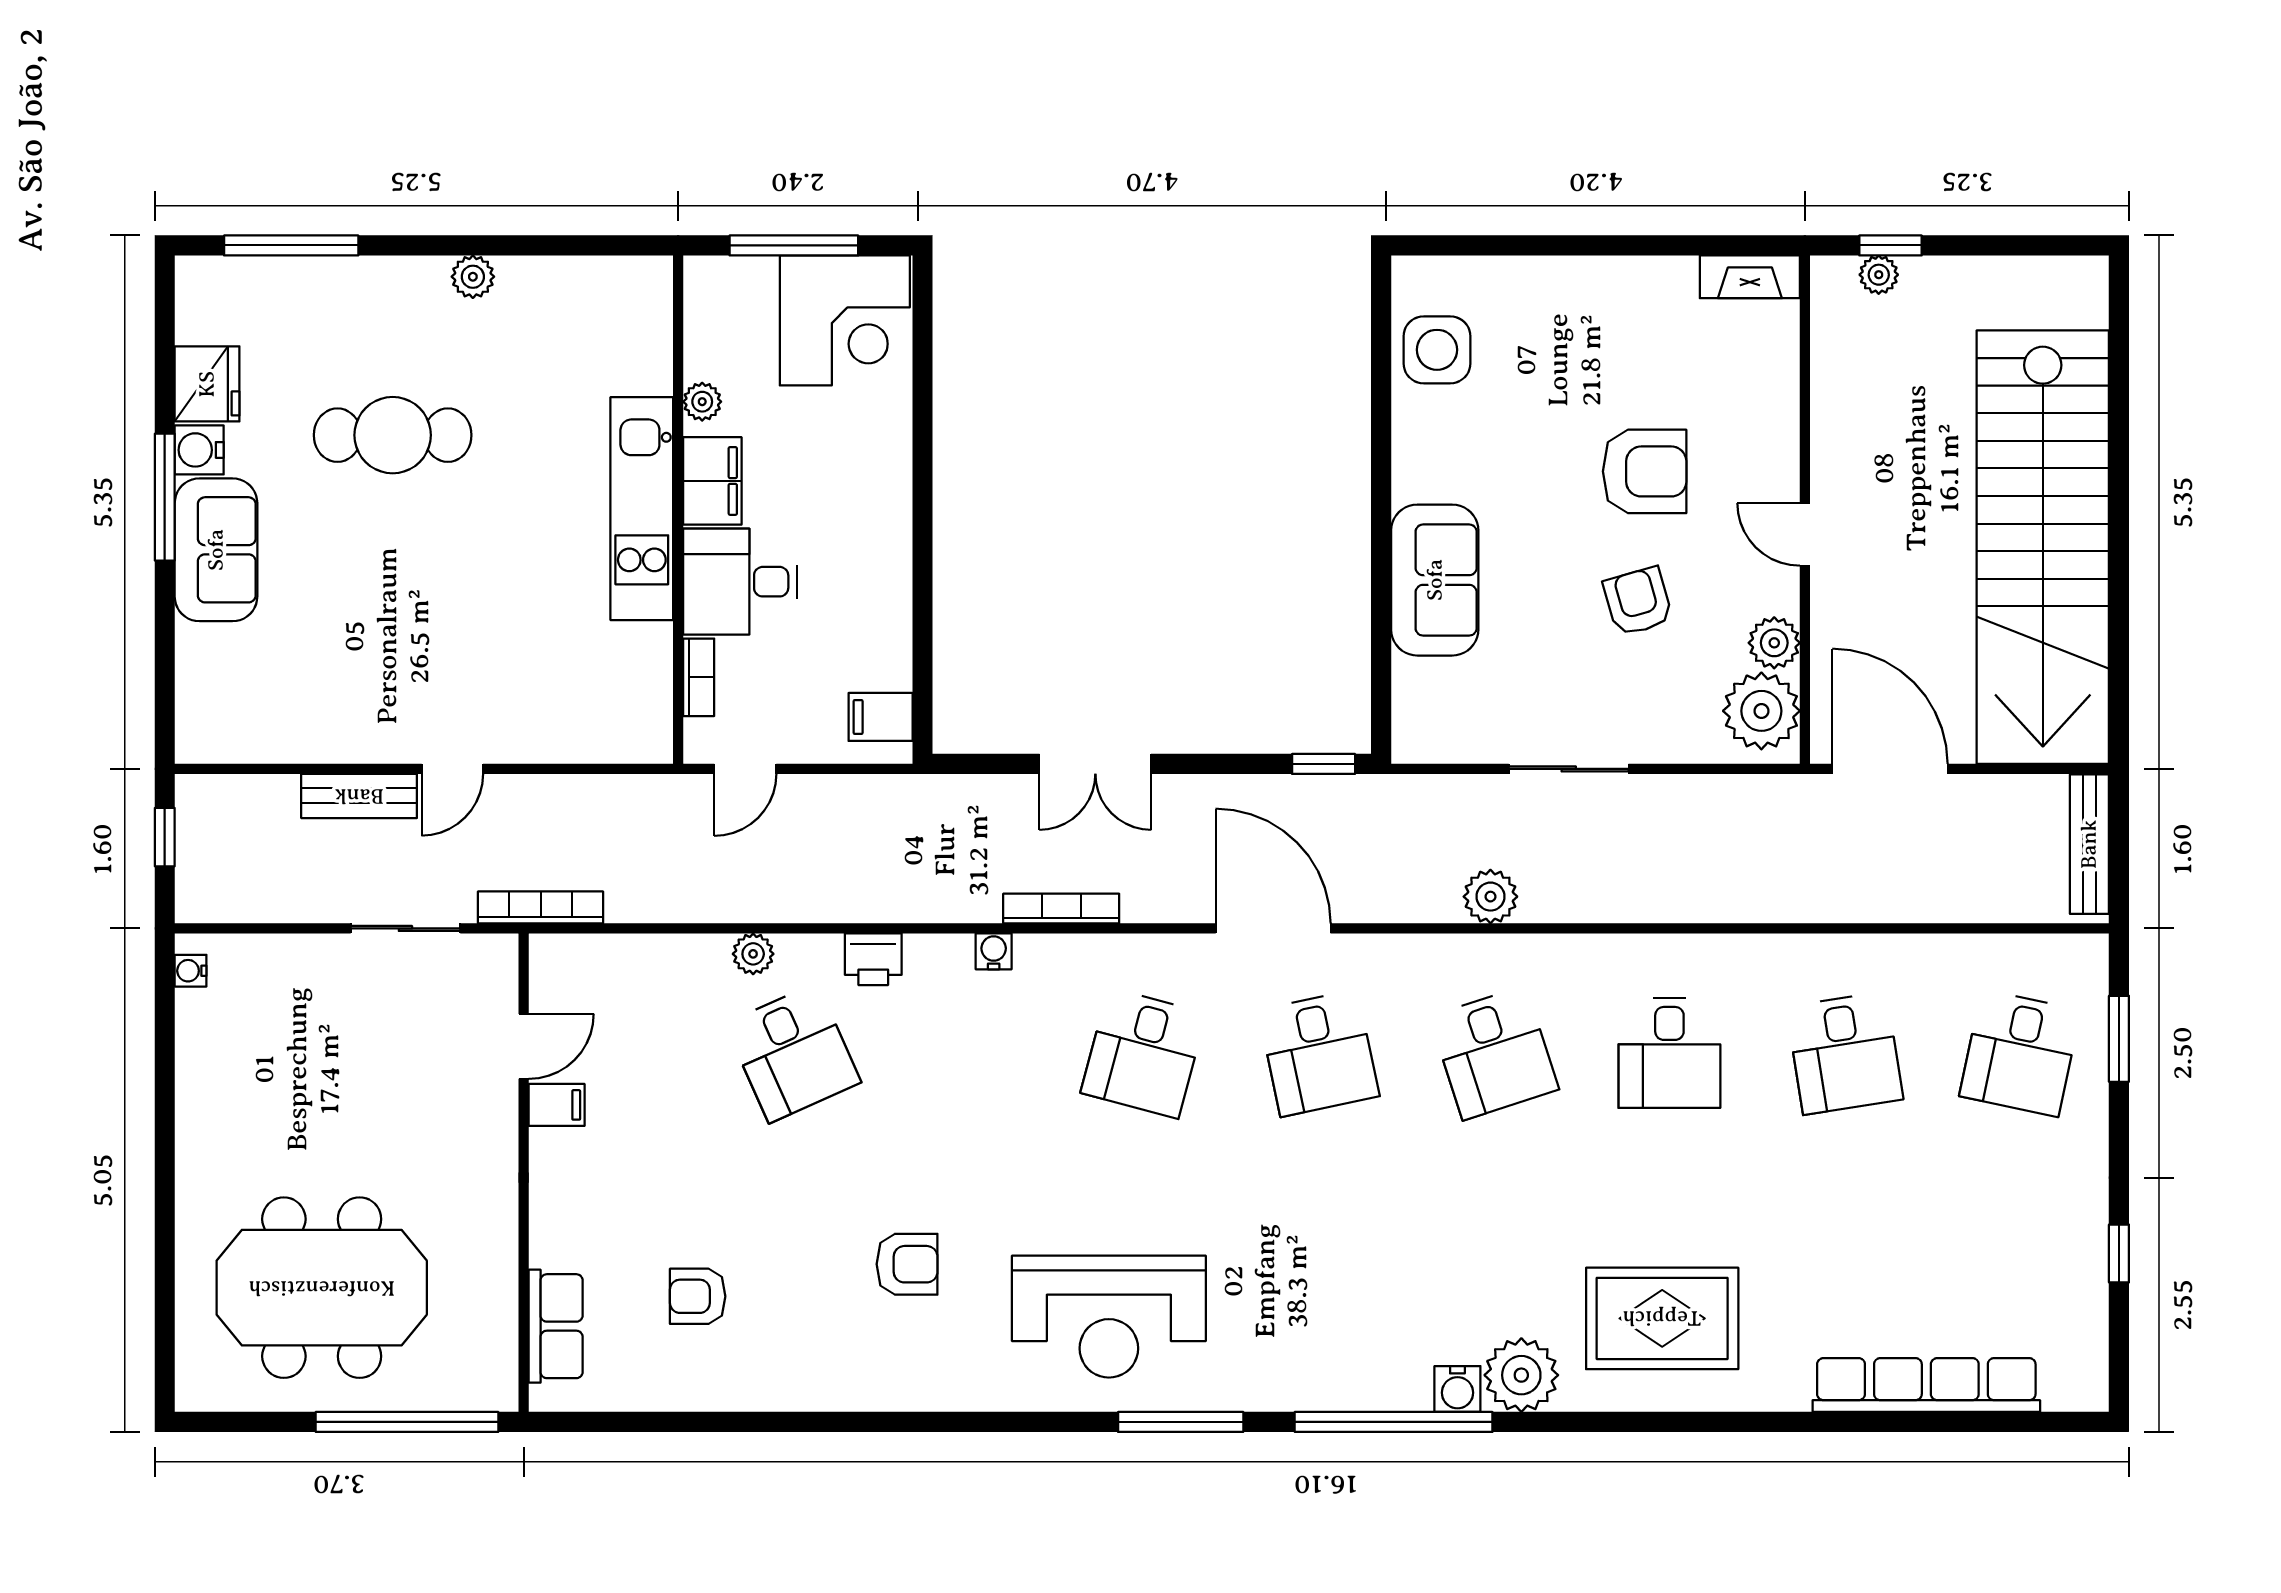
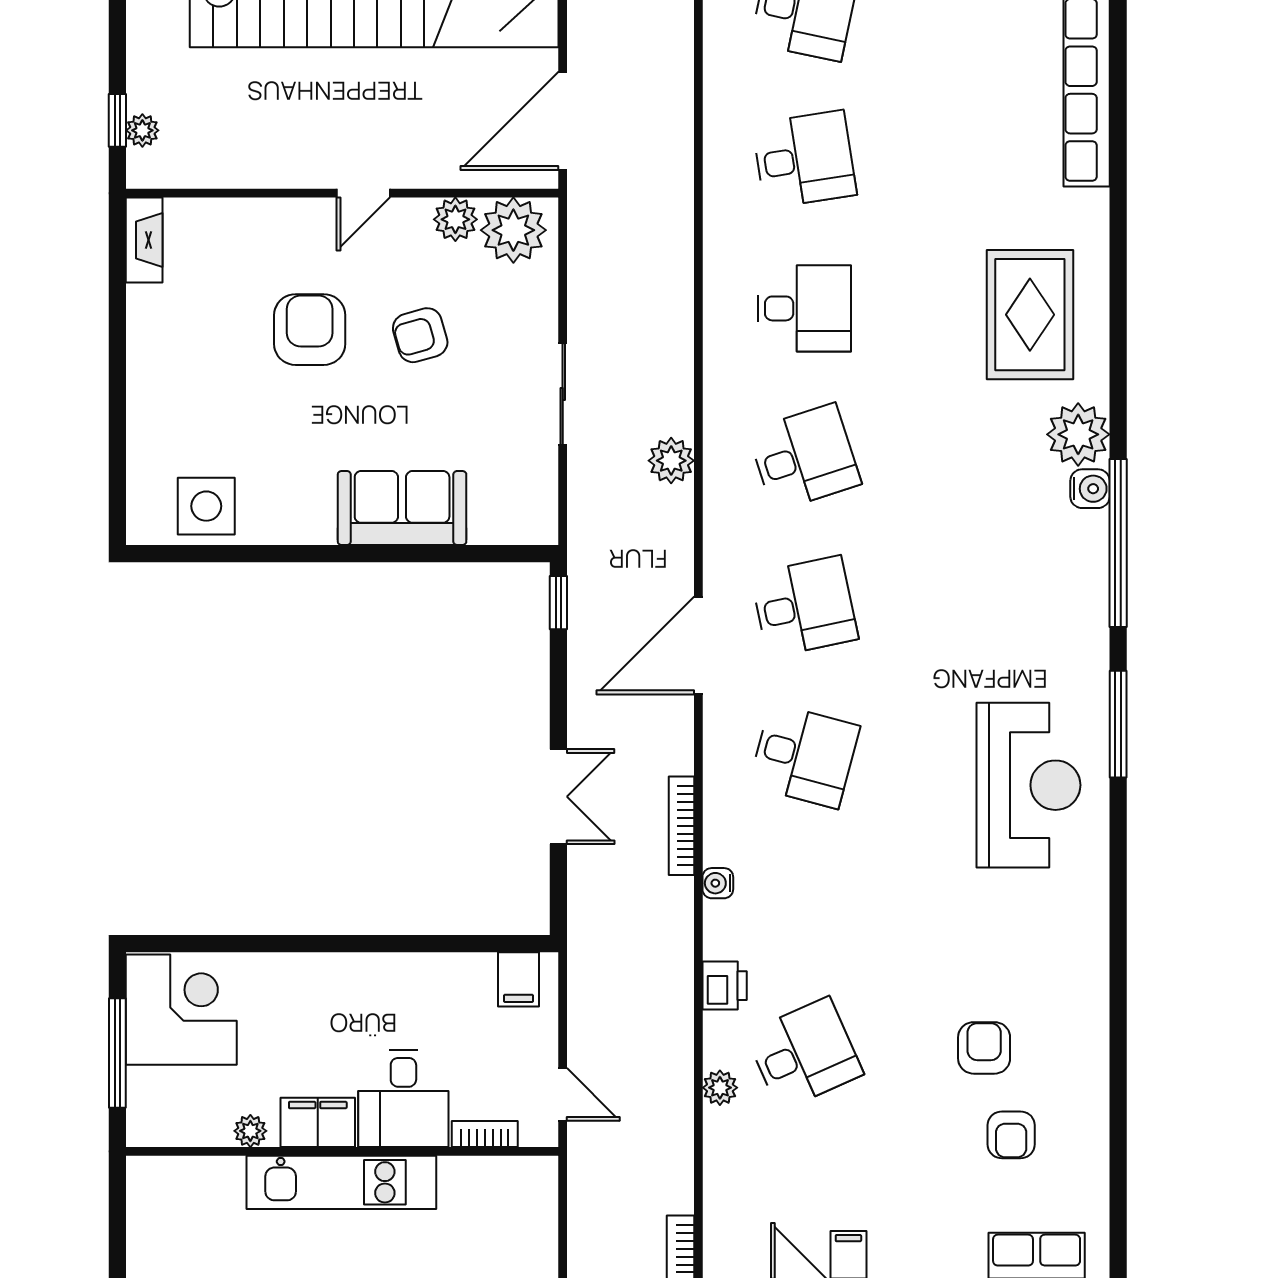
armchair: (907, 1264) -> (984, 1048), moved

